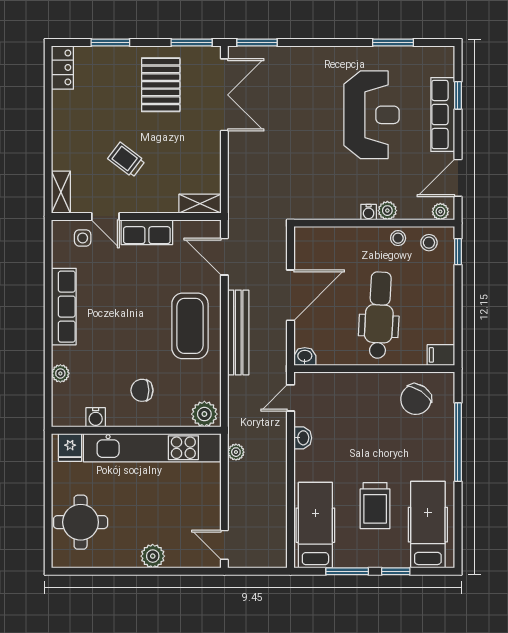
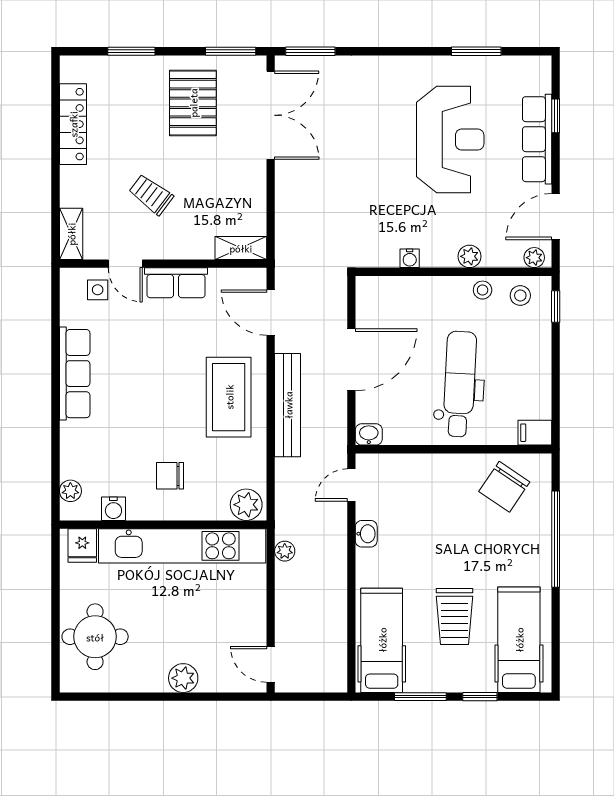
locker: (62, 67) -> (73, 124), moved, width x1.53
water cooler: (369, 212) -> (410, 258), moved
plant: (60, 373) -> (70, 491), moved

